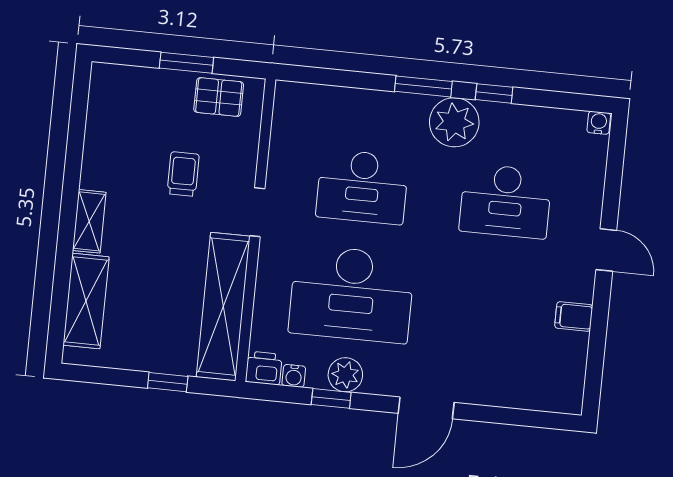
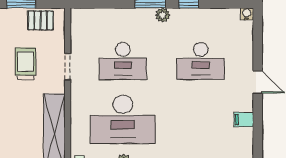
plant: (454, 122) -> (163, 15), width x0.53, depth x0.53
trolley: (183, 174) -> (26, 64), width x1.36, depth x1.39
doorway: (257, 212) -> (68, 67), moved

